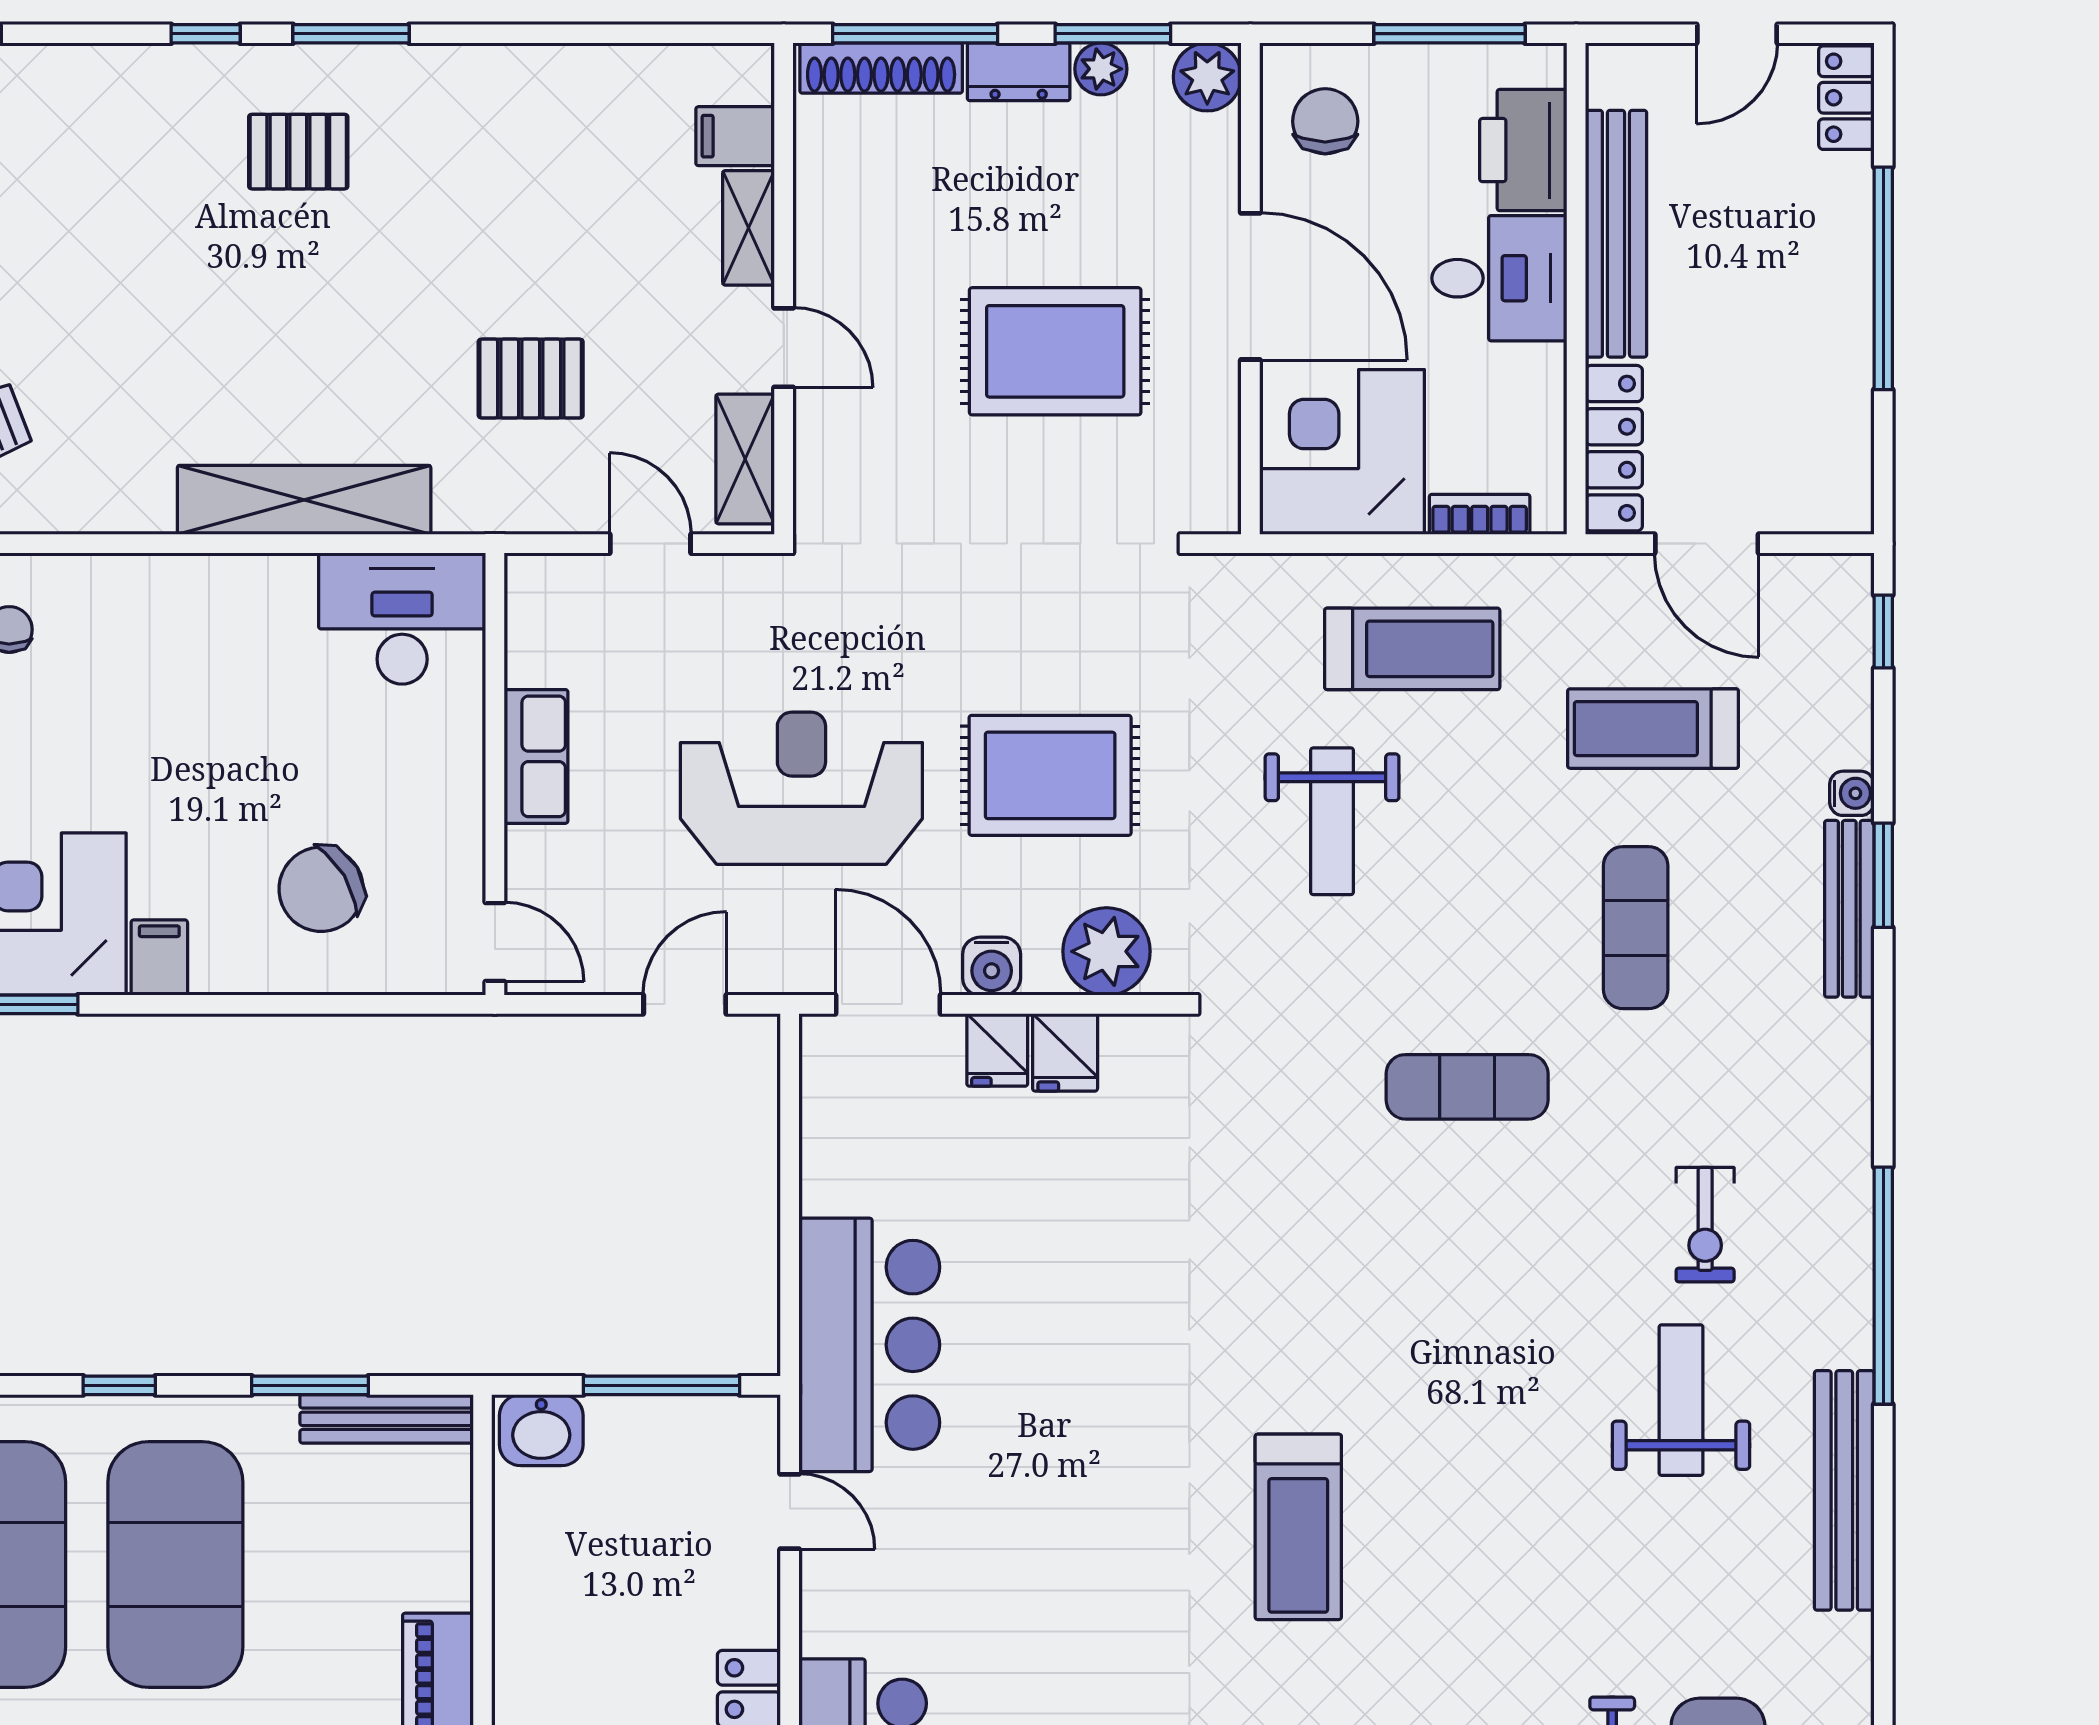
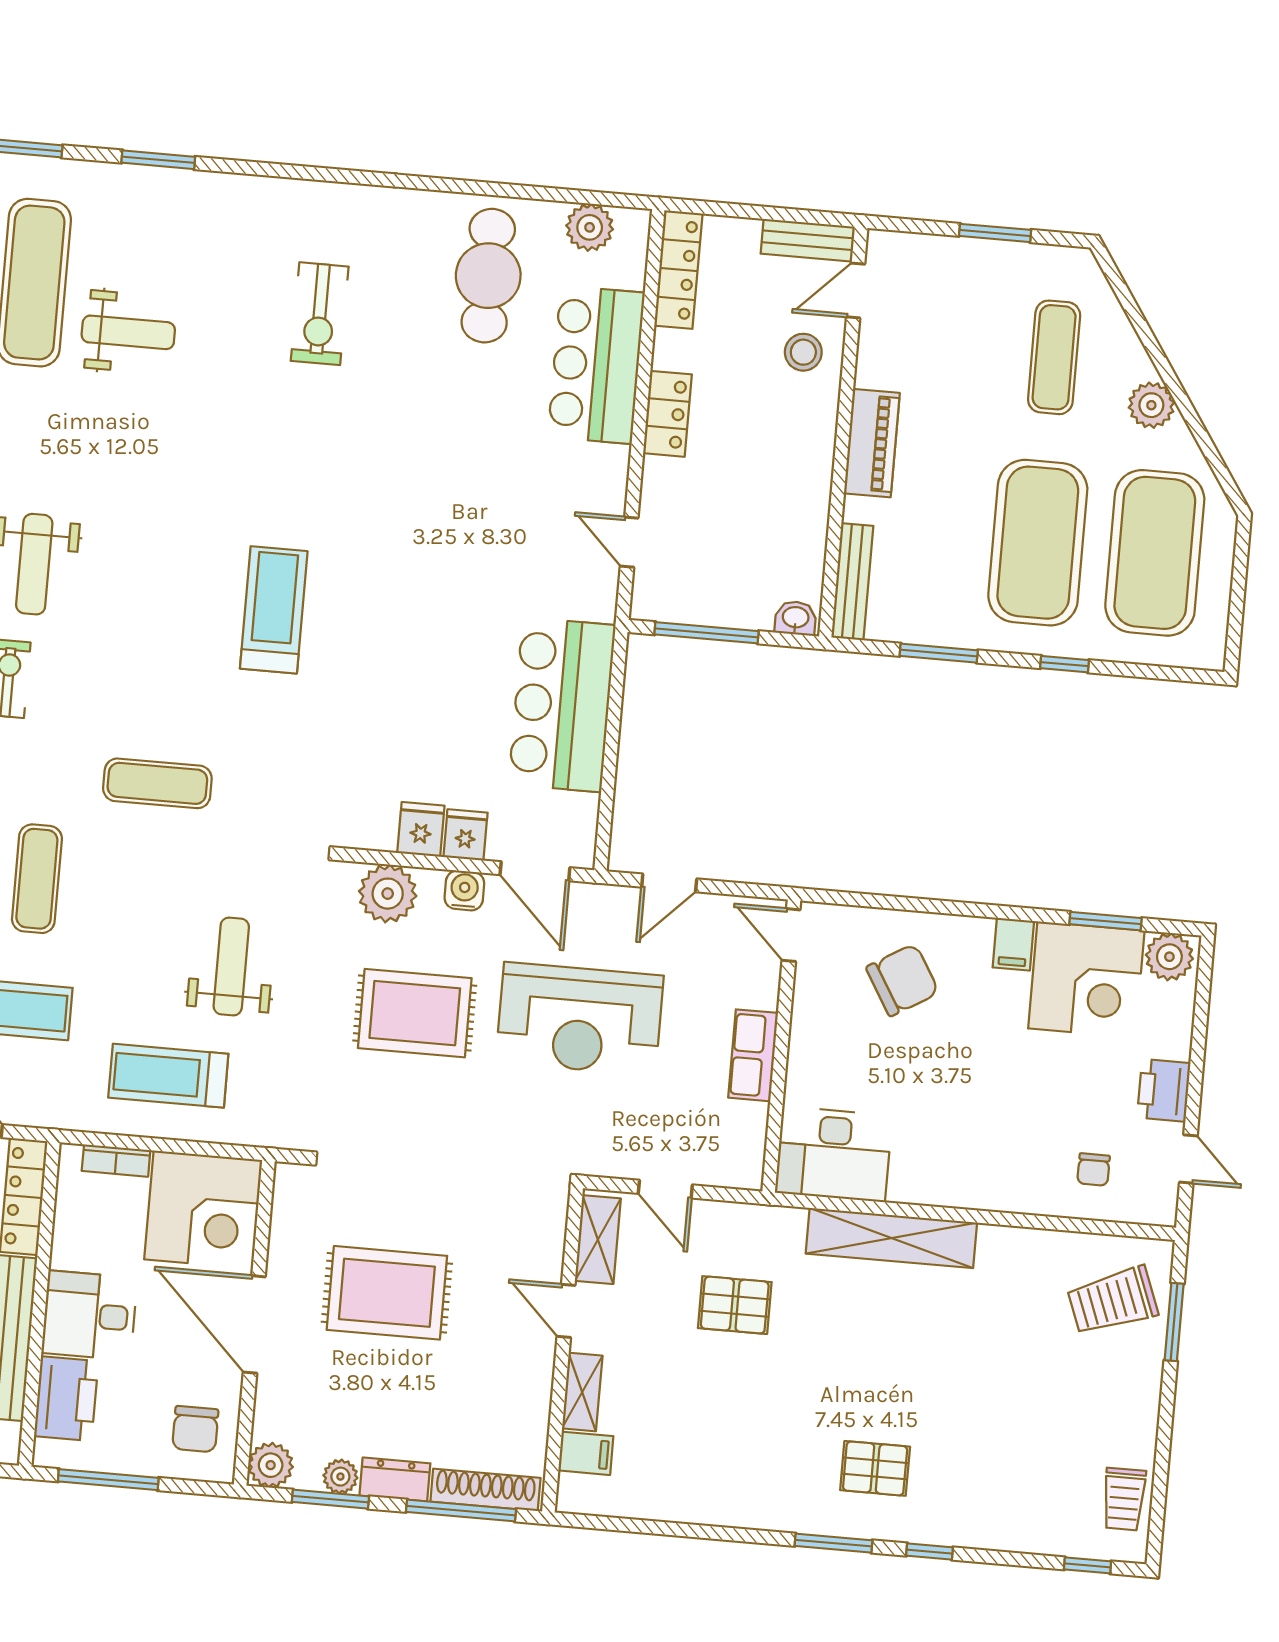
bar counter: (869, 1345) -> (562, 705), moved
bench: (387, 1419) -> (852, 582), moved, turned 90
washbasin: (541, 1430) -> (796, 618), width x0.72, depth x0.69
treadmill: (1298, 1527) -> (274, 610), moved

